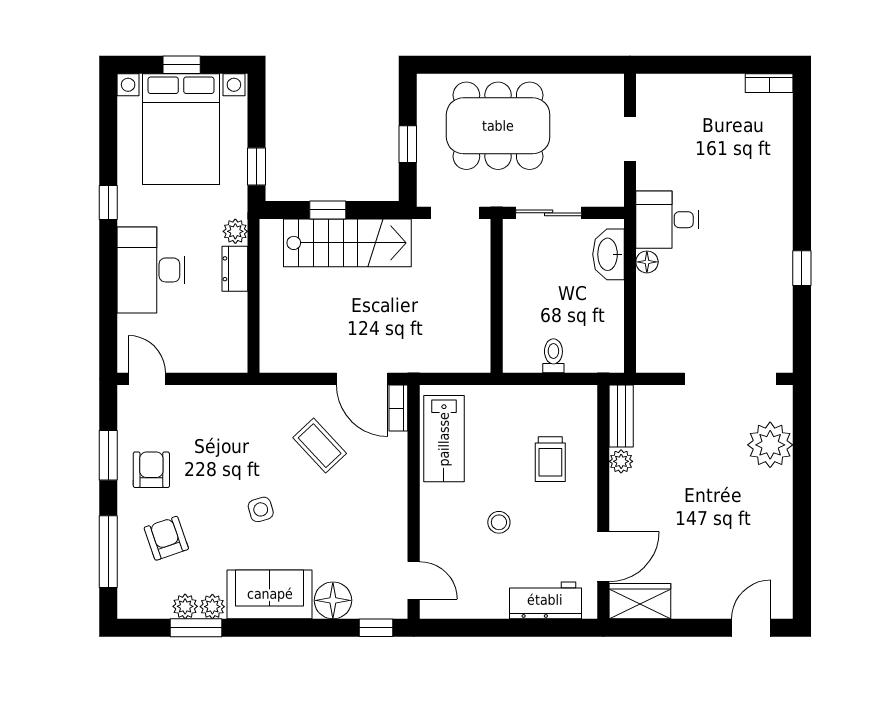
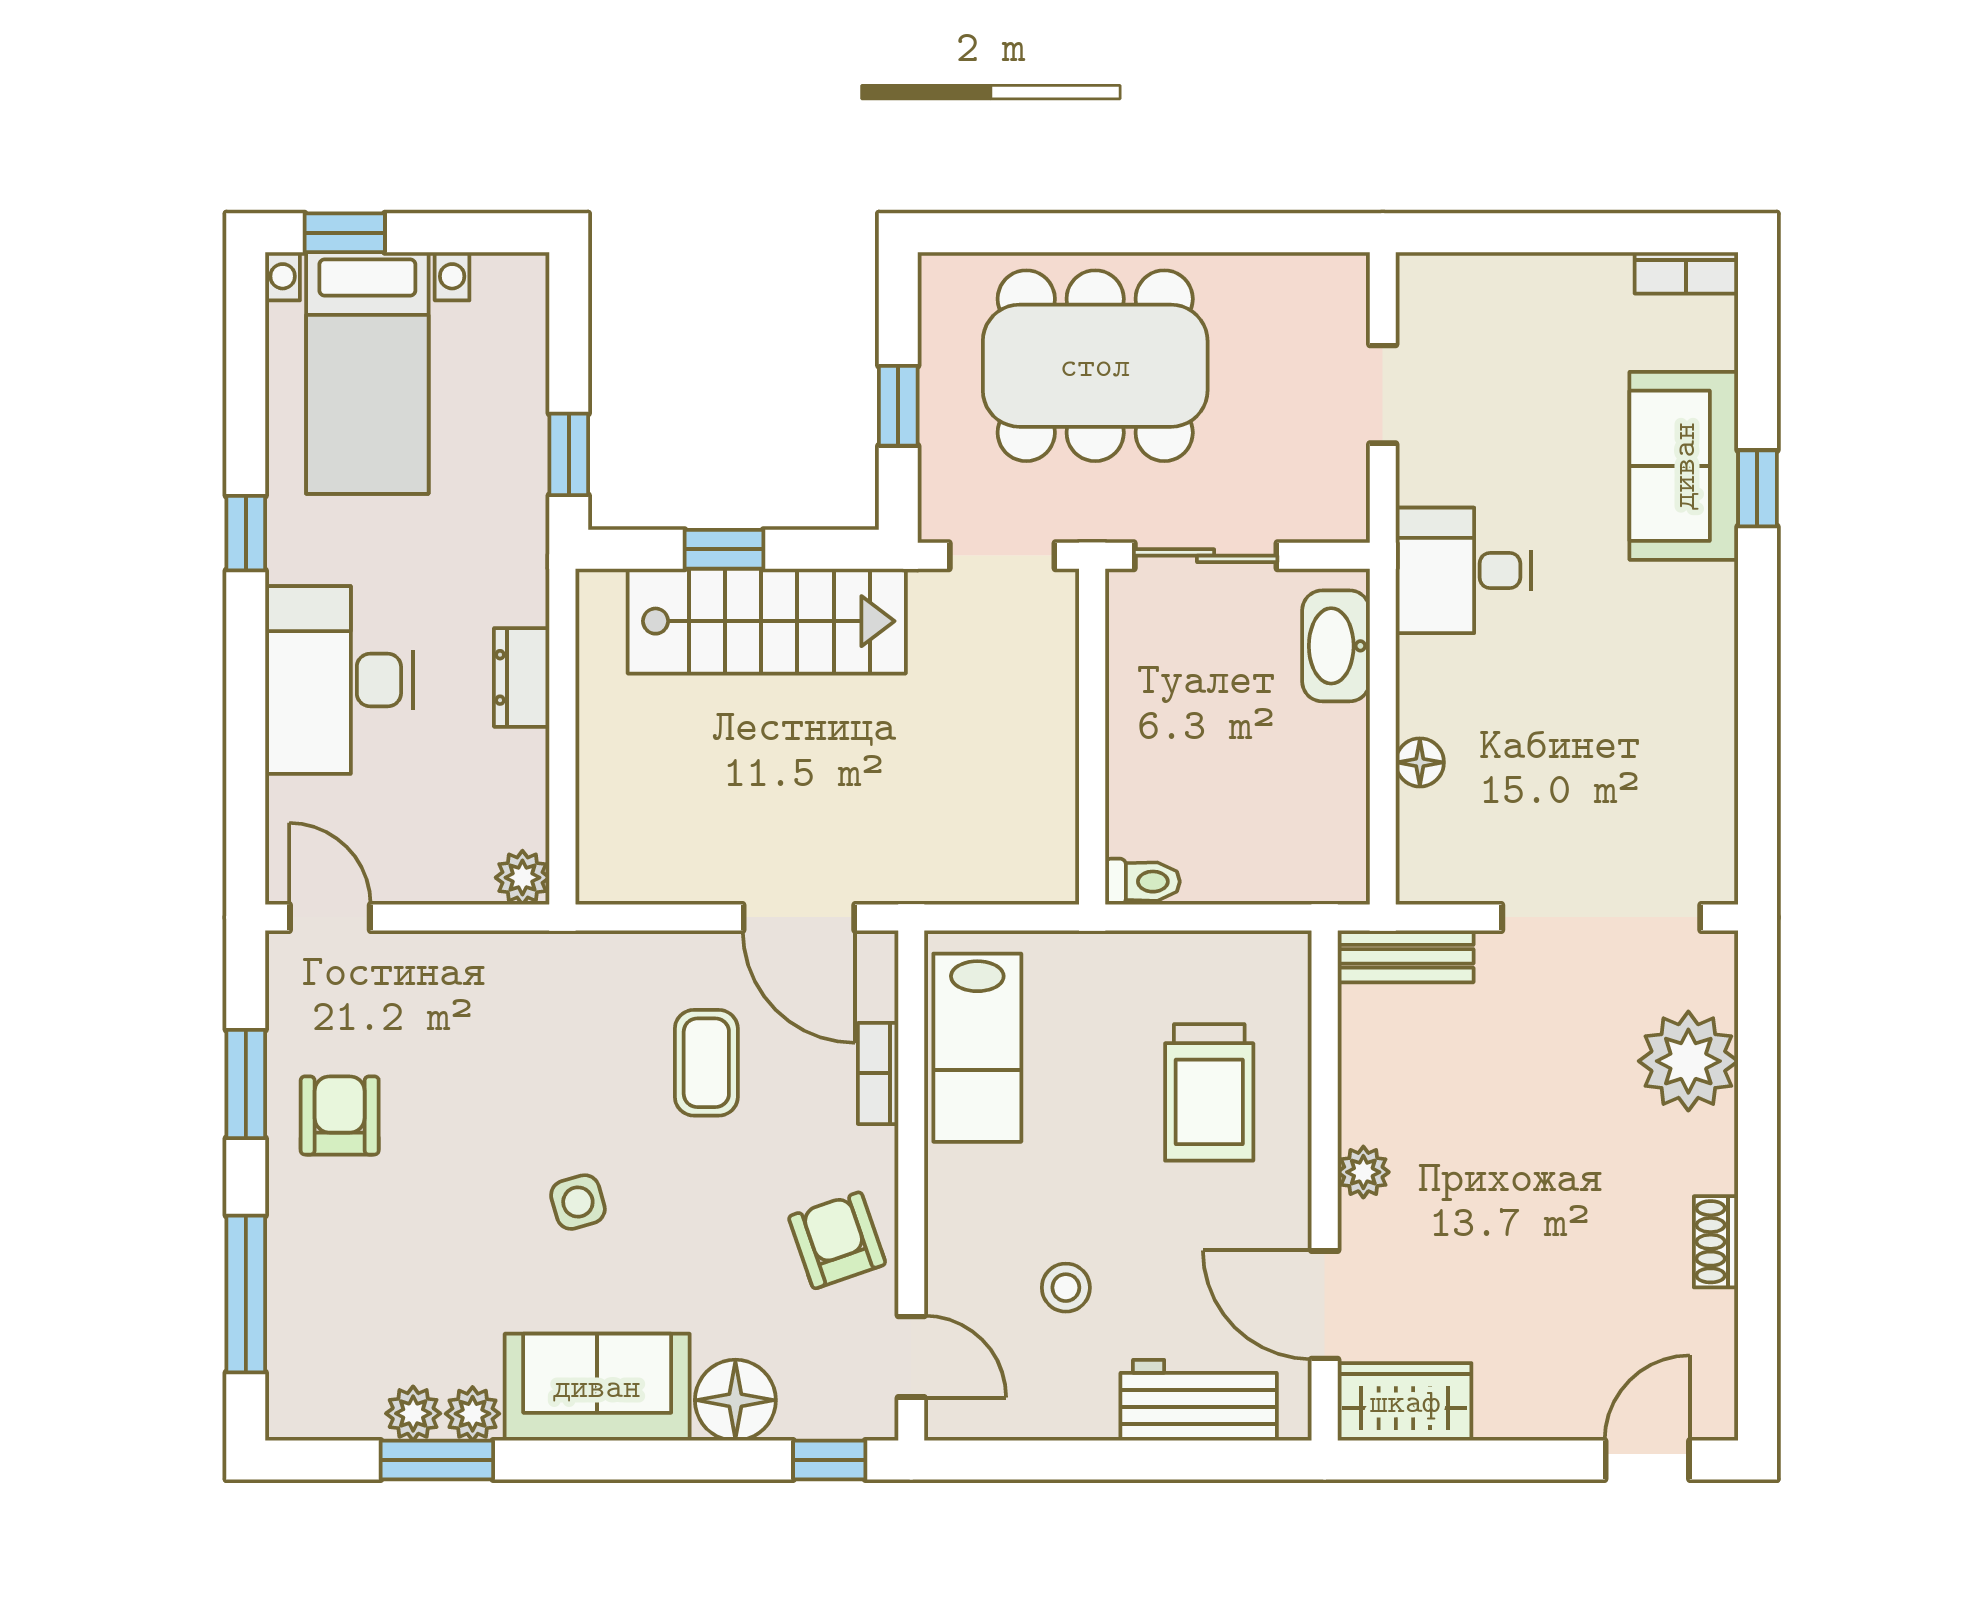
window: (182, 65) -> (345, 233), moved
bed with nightstands: (181, 129) -> (367, 373), width x0.73
sofa: (768, 172) -> (1684, 466), added
plant: (235, 231) -> (522, 878), moved
floor lamp: (647, 262) -> (1420, 762), moved
window: (802, 268) -> (1757, 488), moved
toilet: (553, 356) -> (1142, 882), moved, turned 90
bookcase: (398, 408) -> (878, 1073), moved
bench: (621, 416) -> (1406, 956), moved, turned 90
coffee table: (320, 446) -> (706, 1063), turned 43
trolley: (550, 459) -> (1209, 1092), width x1.36, depth x1.39
plant: (621, 461) -> (1363, 1172), moved
stool: (499, 522) -> (1066, 1288), moved
shoe rack: (783, 528) -> (1716, 1242), added
armchair: (166, 538) -> (837, 1240), moved
door: (603, 557) -> (1325, 1305), swing flipped

